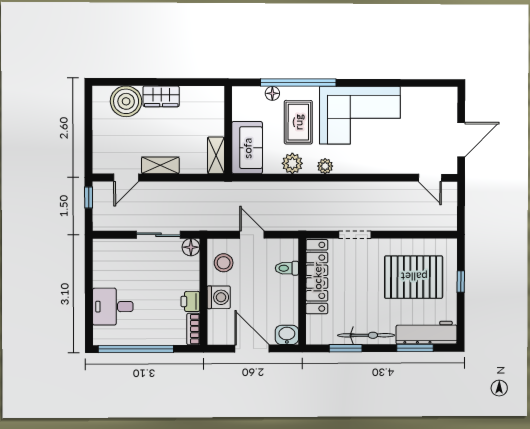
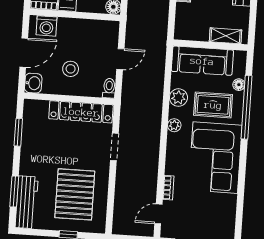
sofa: (247, 148) -> (202, 61), width x1.36
shelving: (216, 155) -> (226, 36), moved
bookcase: (399, 168) -> (168, 188), added
stool: (224, 263) -> (71, 69), moved
toilet: (287, 268) -> (109, 88), moved
washing machine: (219, 297) -> (46, 26), moved
bicycle: (366, 335) -> (28, 150), removed

